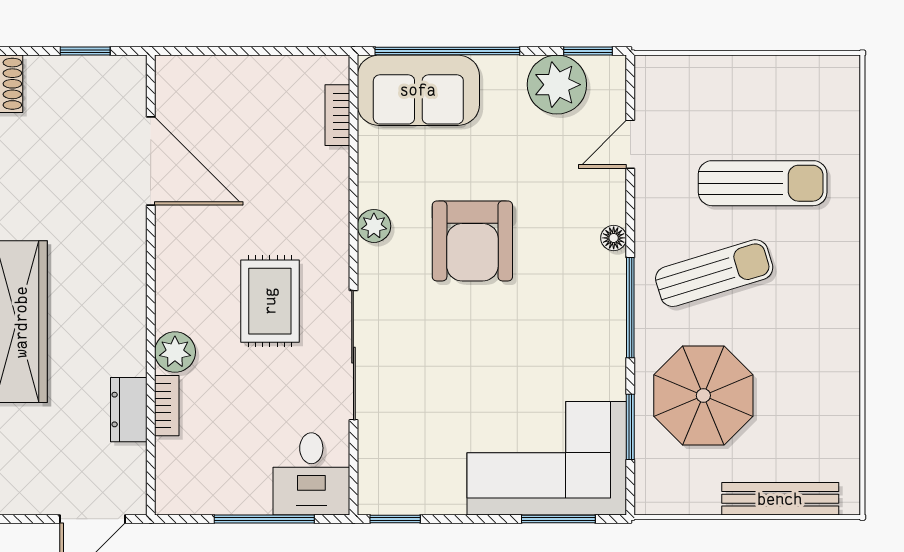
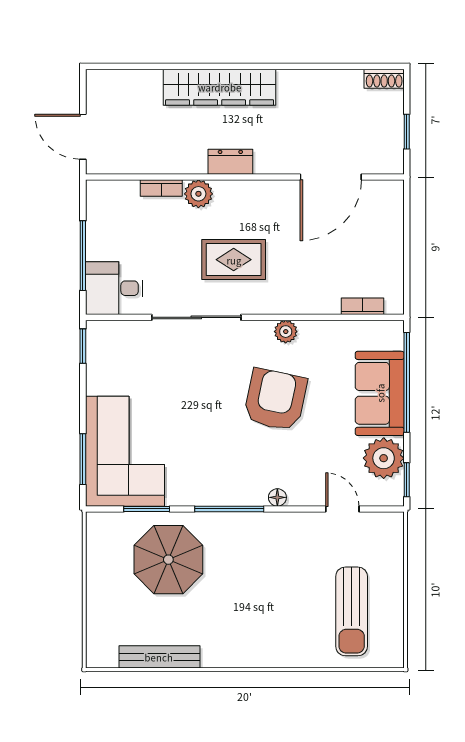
sofa: (418, 90) -> (380, 393), moved
sun lounger: (763, 183) -> (352, 611), moved
armchair: (472, 241) -> (275, 400), turned 102
sun lounger: (714, 273) -> (253, 567), removed
dresser: (129, 410) -> (230, 162), moved
bench: (780, 499) -> (159, 657), moved, turned 90

